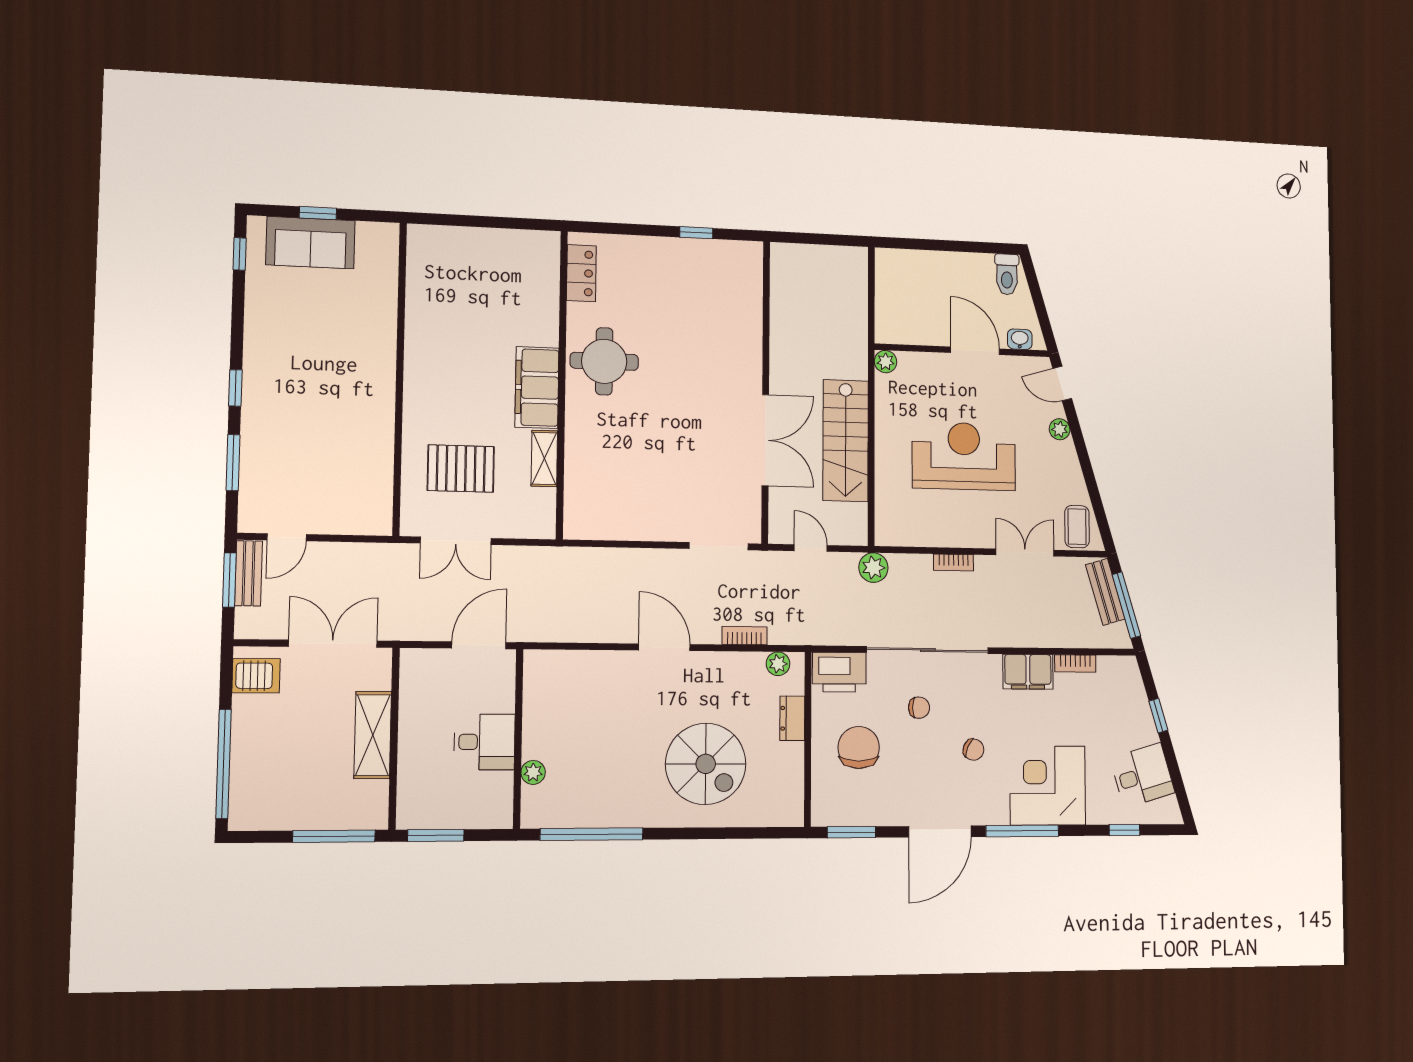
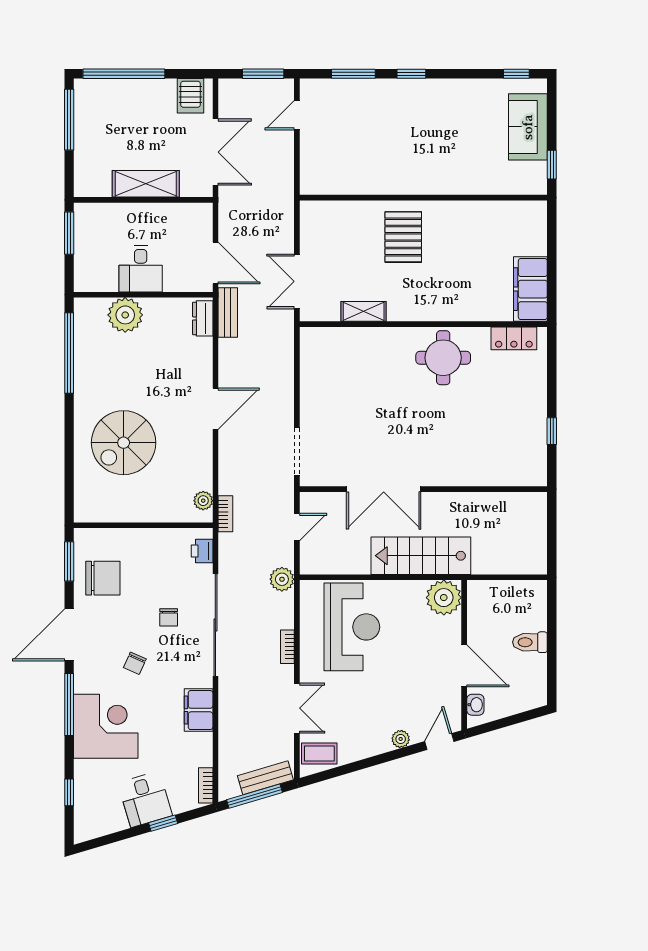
window: (318, 213) -> (552, 165), moved
toilet: (1007, 274) -> (530, 642), moved
door: (975, 351) -> (464, 666), hinge flipped
plant: (886, 362) -> (444, 598), width x1.88, depth x1.88
filing cabinet: (537, 388) -> (530, 289), moved, turned -90
stairs: (846, 441) -> (421, 556), moved
reception desk: (964, 456) -> (352, 627), moved
pallet: (461, 469) -> (403, 237), moved
door: (287, 537) -> (297, 115), hinge flipped
double door: (456, 541) -> (297, 281), moved
bench: (249, 573) -> (228, 312), moved, turned 90
bookcase: (745, 636) -> (225, 514), moved
bookcase: (1075, 663) -> (206, 785), moved
printer: (839, 672) -> (202, 551), width x0.53, depth x0.68
dresser: (792, 718) -> (203, 318), moved, turned -90
chair: (859, 747) -> (103, 578), moved
plant: (533, 772) -> (125, 315), width x1.87, depth x1.87
desk: (1142, 775) -> (145, 799), moved
door: (940, 832) -> (69, 635), hinge flipped
window: (334, 836) -> (69, 120), moved

